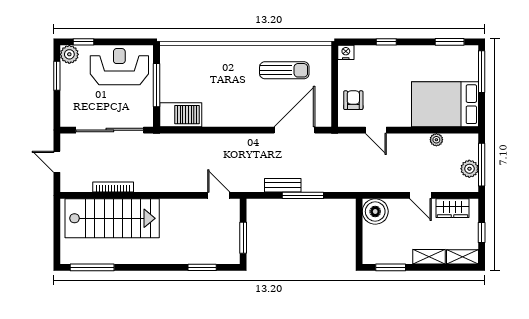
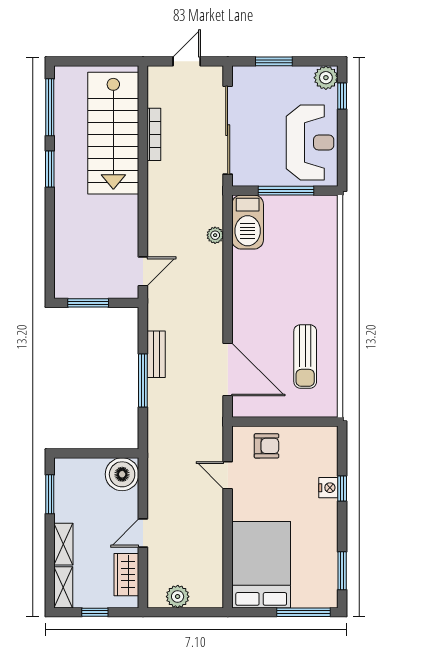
nightstand: (346, 52) -> (328, 488), moved
window: (57, 76) -> (274, 61), moved
door: (376, 130) -> (228, 475), hinge flipped
plant: (436, 140) -> (215, 235), moved
window: (482, 165) -> (183, 612), removed
window: (202, 267) -> (50, 169), moved

